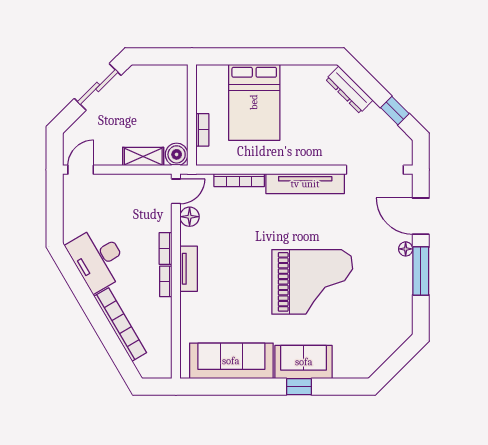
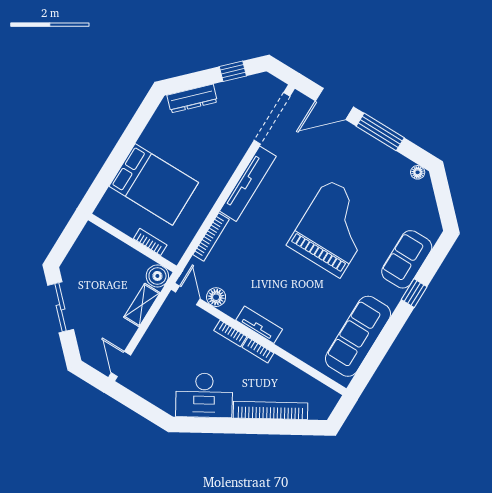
floor lamp: (406, 249) -> (418, 172), moved
sofa: (304, 362) -> (407, 259), moved

